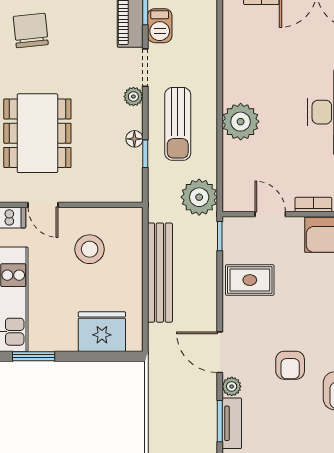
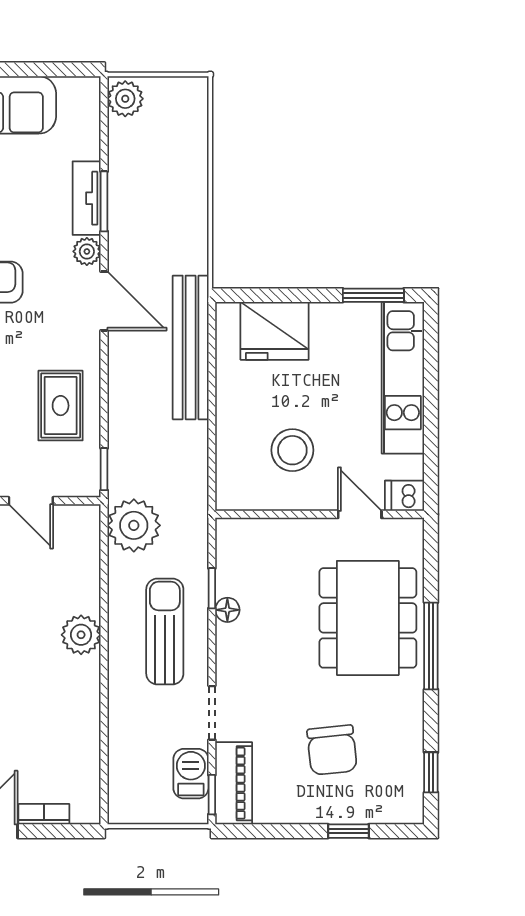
chair: (31, 31) -> (332, 750), moved
plant: (133, 97) -> (229, 671), removed
plant: (241, 122) -> (81, 635), width x0.73, depth x0.73
bench: (160, 273) -> (191, 347), moved
rug: (250, 280) -> (61, 406), turned 90

